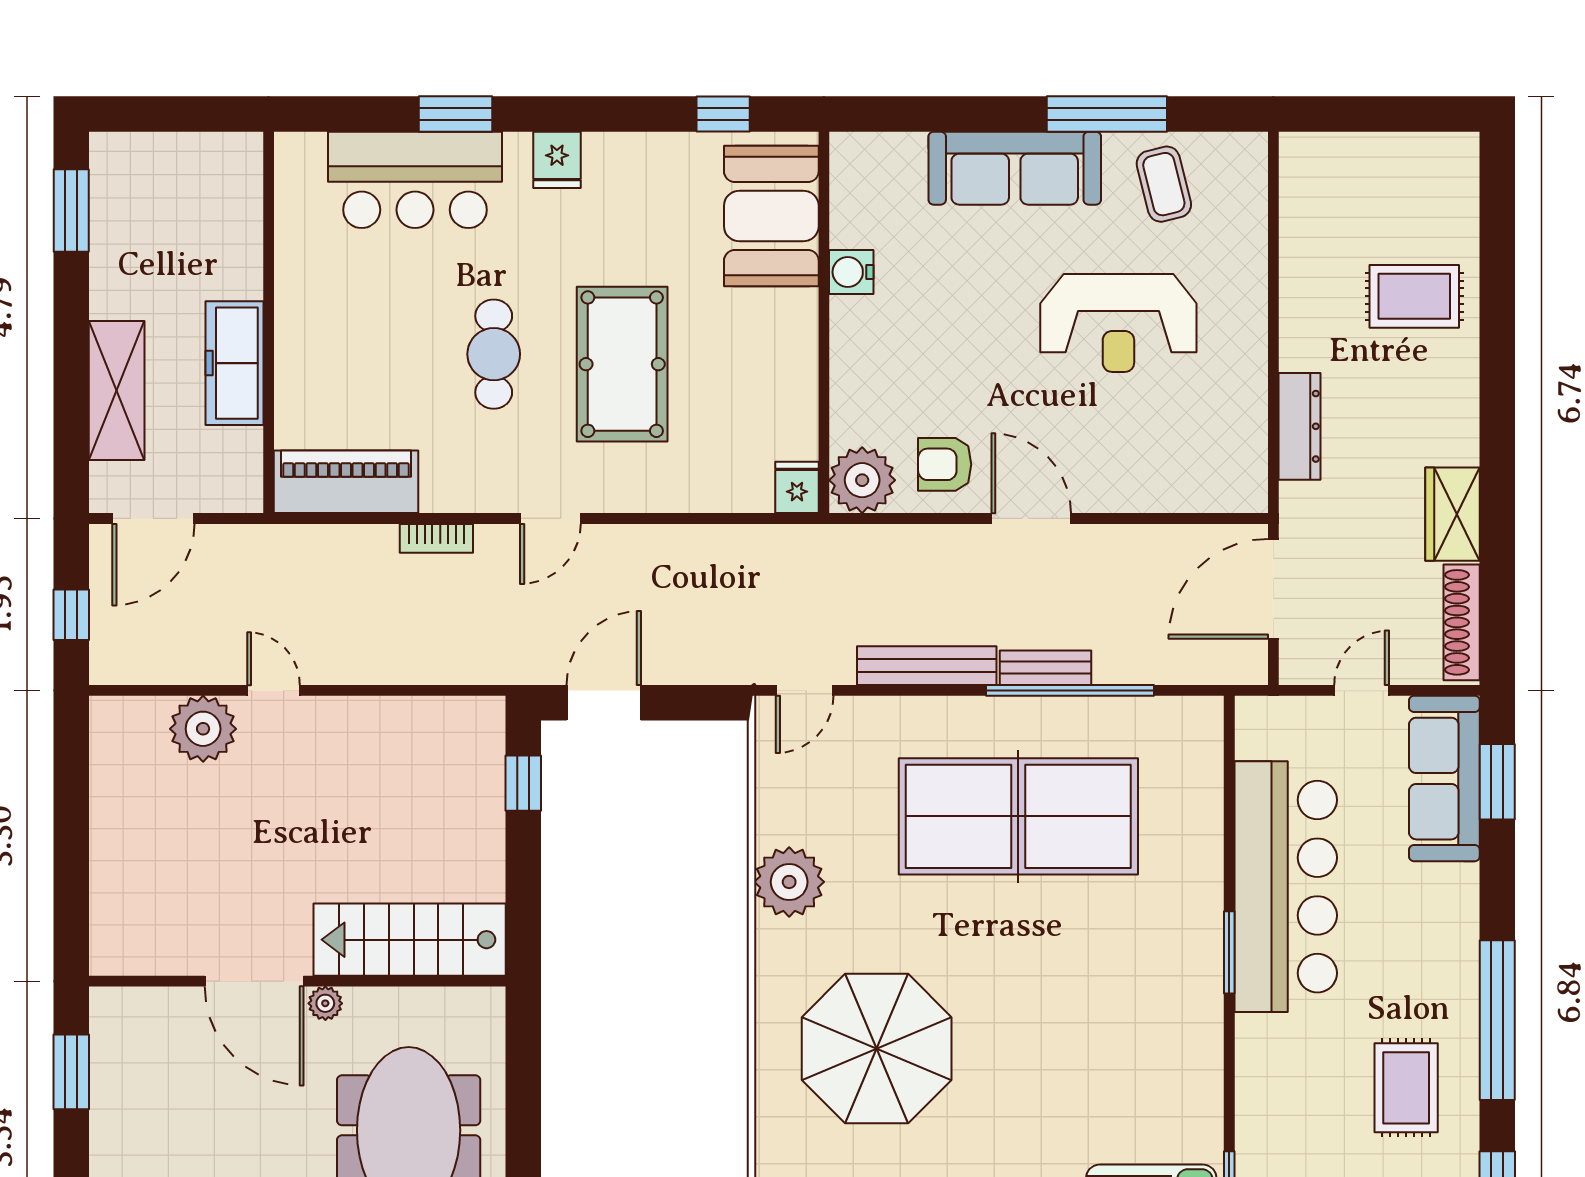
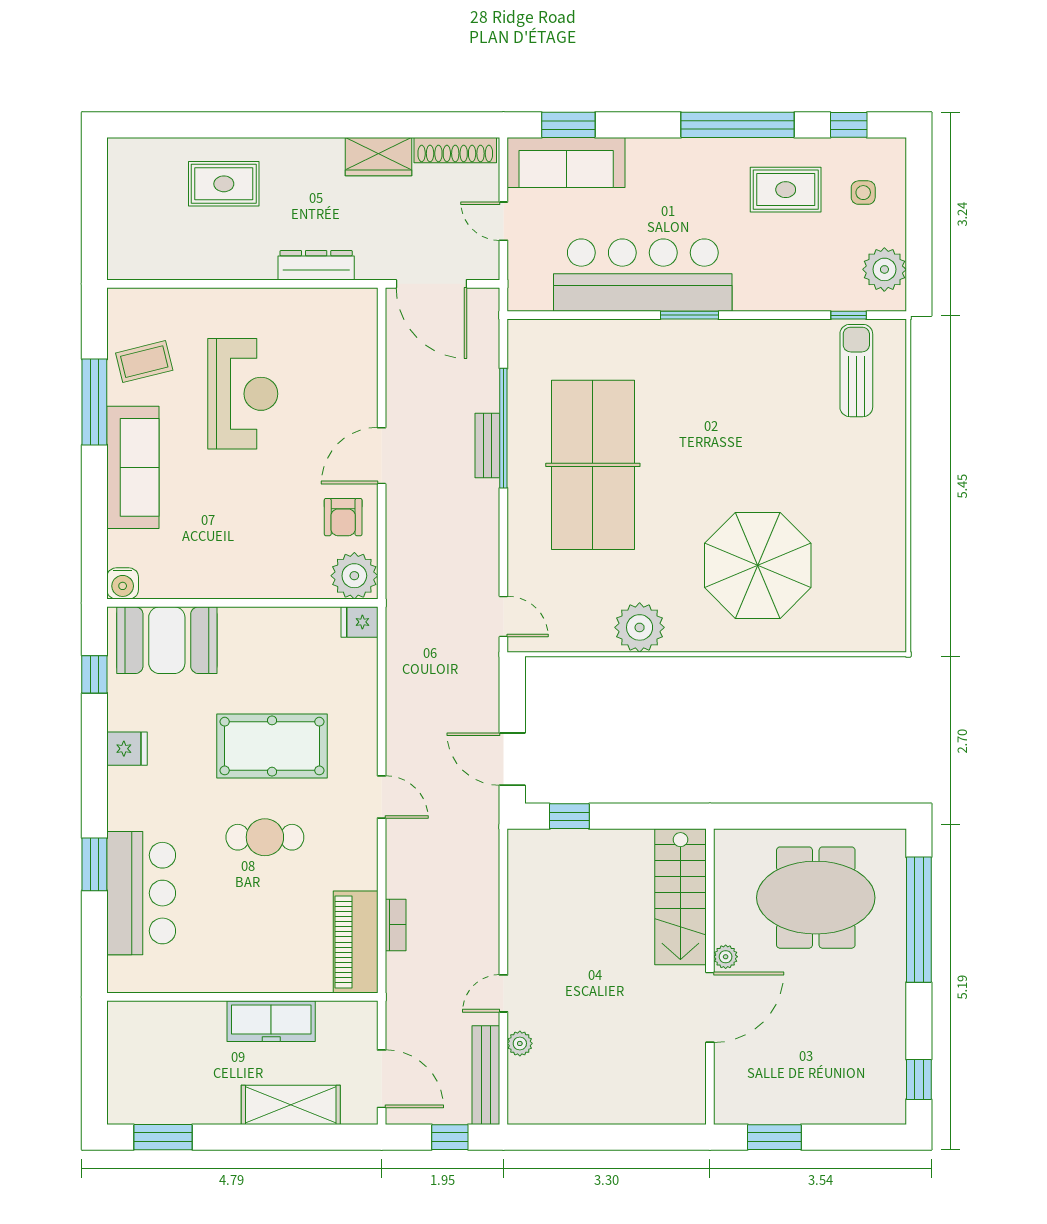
fridge: (557, 160) -> (127, 749), moved
water cooler: (851, 272) -> (123, 583), moved
rug: (1414, 296) -> (224, 184), turned 90
bookcase: (436, 538) -> (396, 925), moved
bench: (927, 666) -> (486, 1075), moved
plant: (203, 729) -> (520, 1043), width x0.53, depth x0.53

